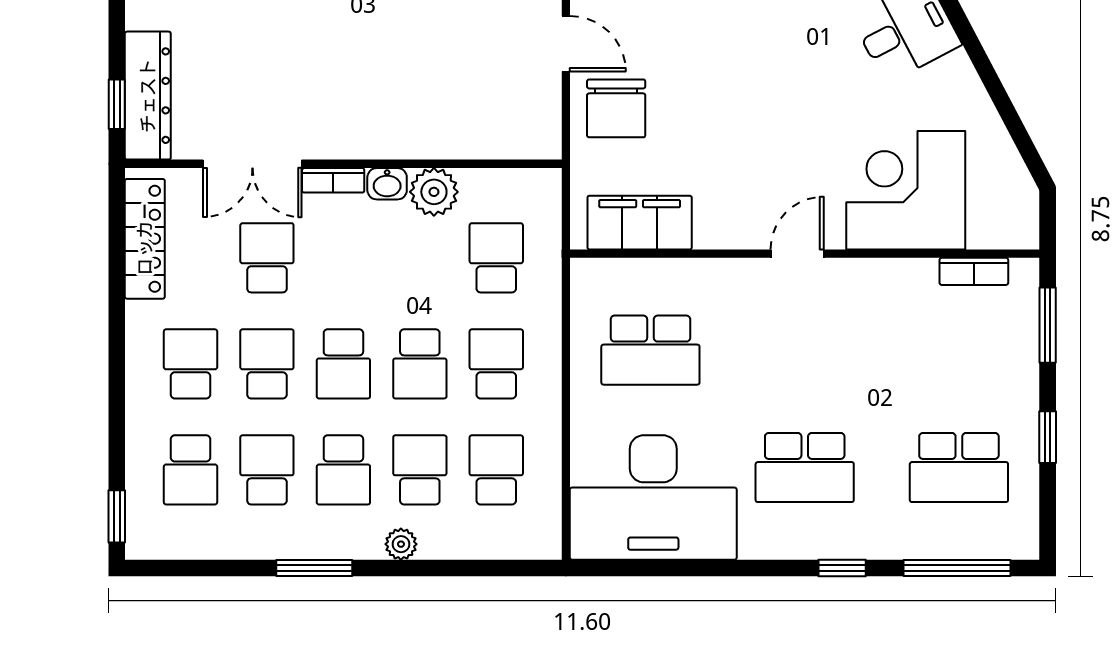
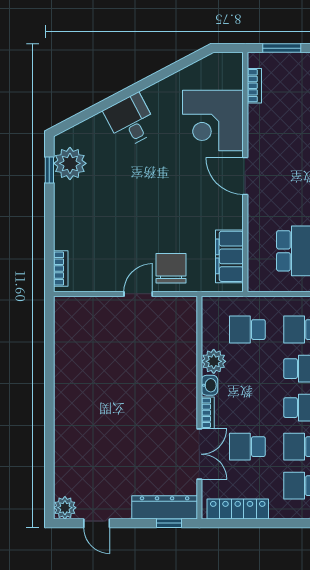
chair: (616, 108) -> (171, 268), turned -90
door: (797, 254) -> (245, 176), width x1.38

